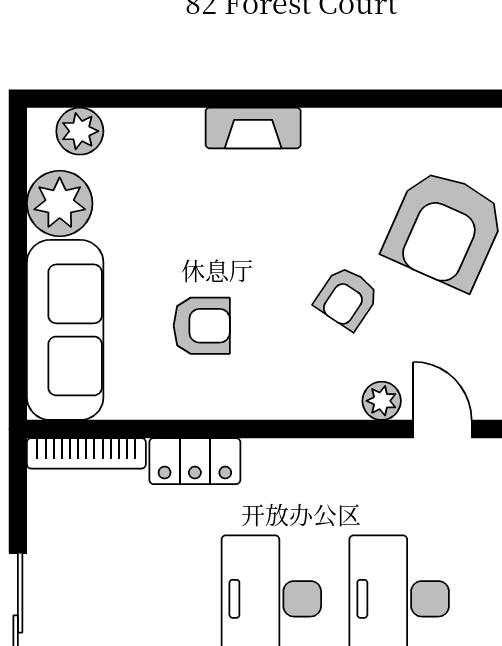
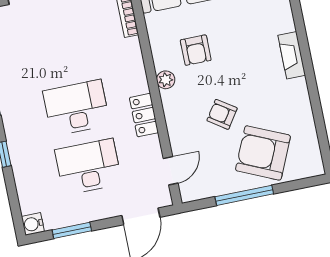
plant: (382, 401) -> (166, 80), moved
locker: (195, 461) -> (144, 115), moved

